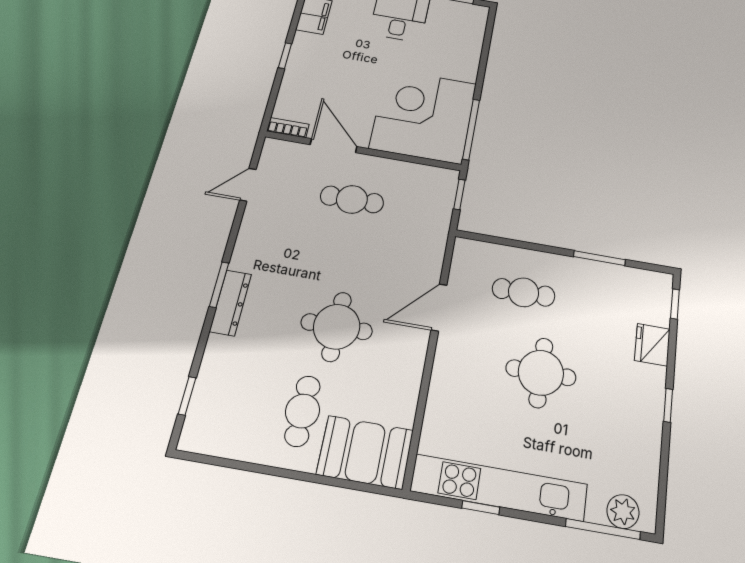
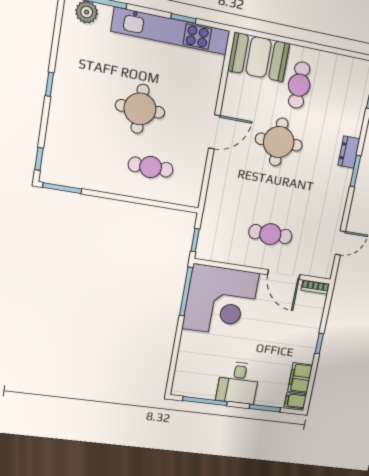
window: (599, 258) -> (62, 188), moved
dresser: (230, 303) -> (349, 152), width x0.70
door: (439, 307) -> (214, 132), moved
fridge: (652, 345) -> (58, 128), removed

